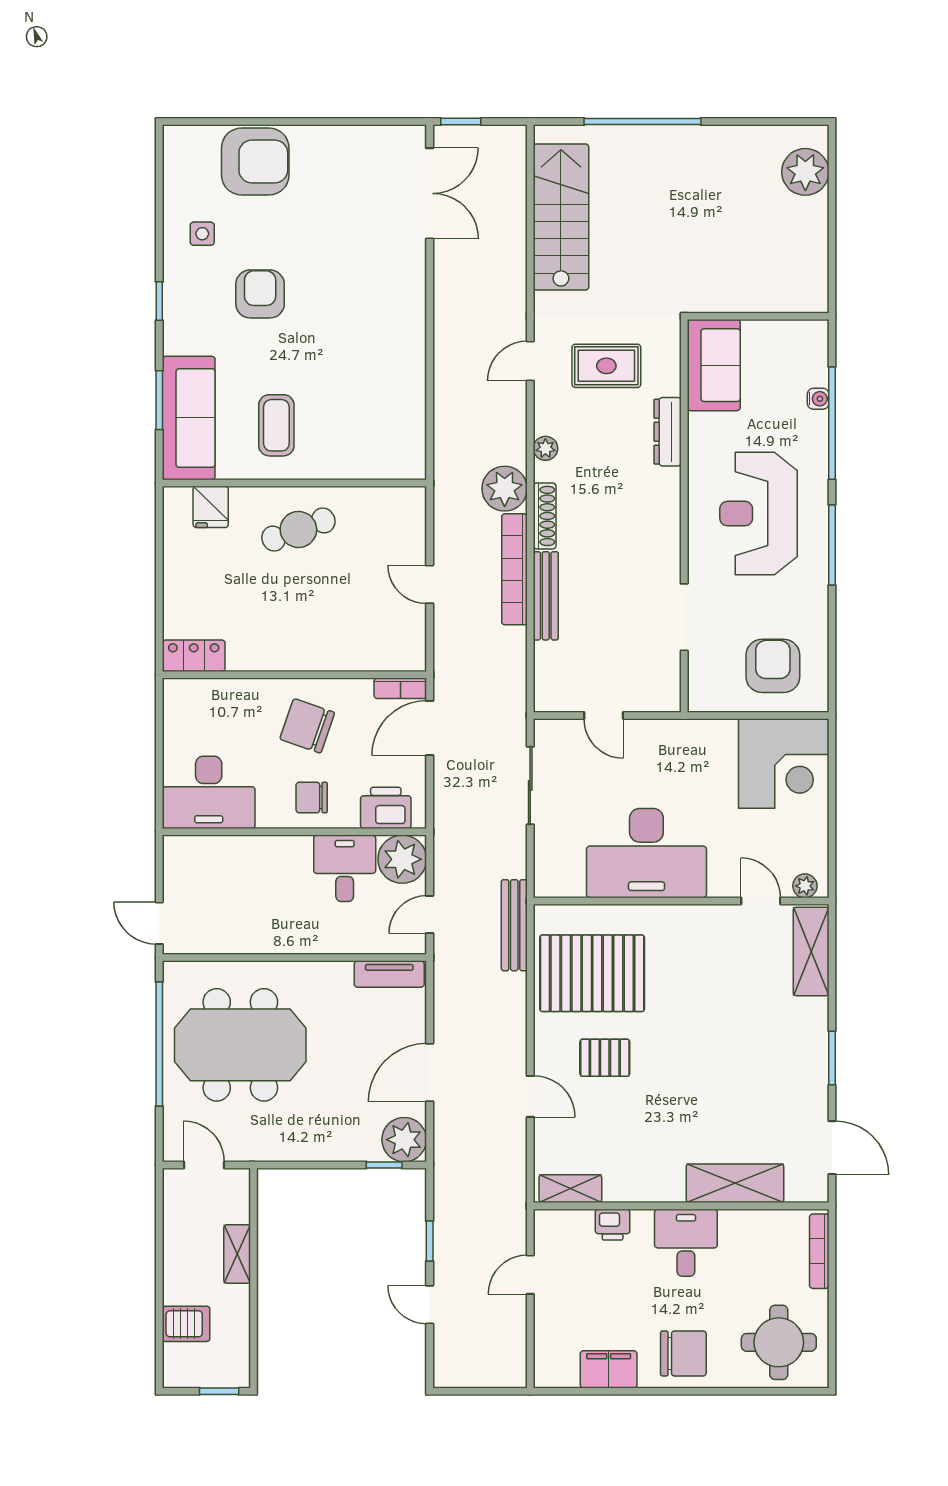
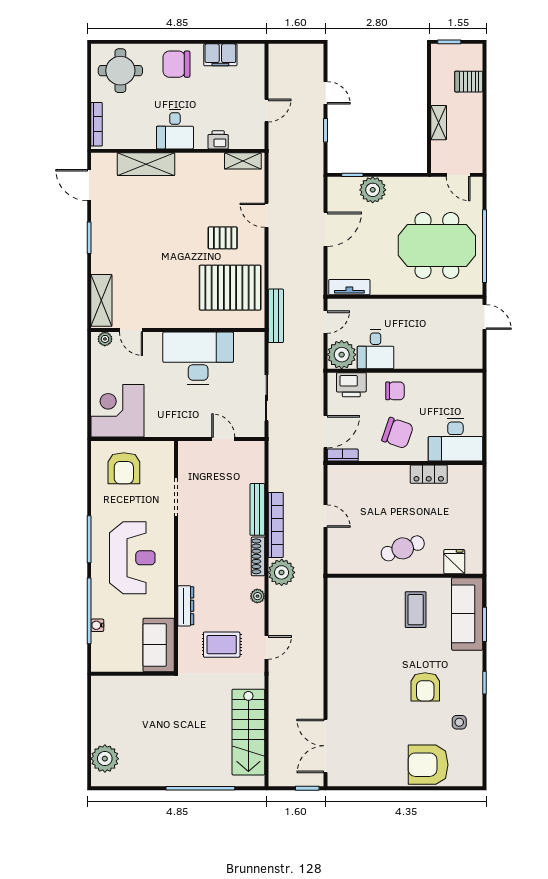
locker: (194, 656) -> (429, 474), moved
desk: (209, 792) -> (455, 440), moved, turned 180
plant: (404, 1140) -> (373, 190), moved

